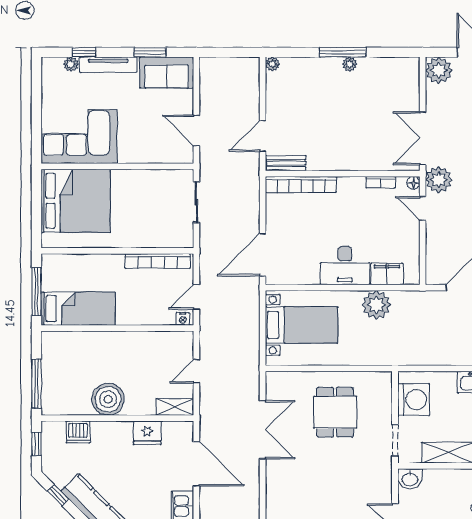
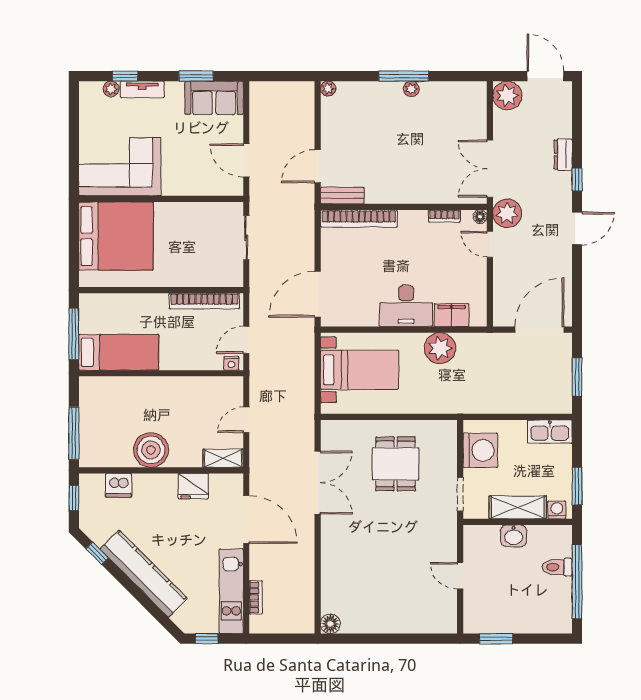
tv unit: (108, 65) -> (142, 89), width x0.71
washbasin: (410, 479) -> (514, 536), moved

